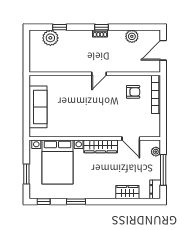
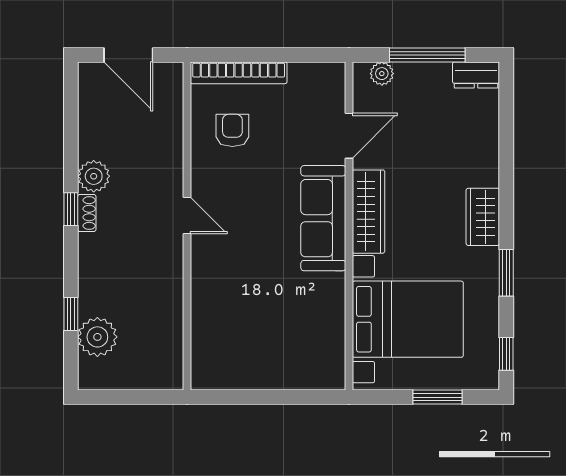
plant: (132, 36) -> (94, 176), moved
sofa: (38, 107) -> (323, 218), moved, turned -90
wardrobe: (127, 192) -> (483, 217), moved

